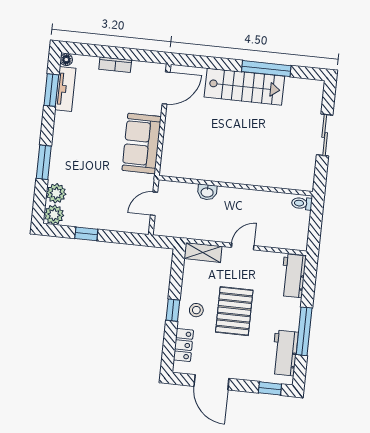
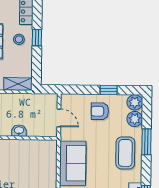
coffee table: (72, 150) -> (125, 153), added
door: (154, 204) -> (59, 118), hinge flipped
armchair: (100, 207) -> (100, 111), added

